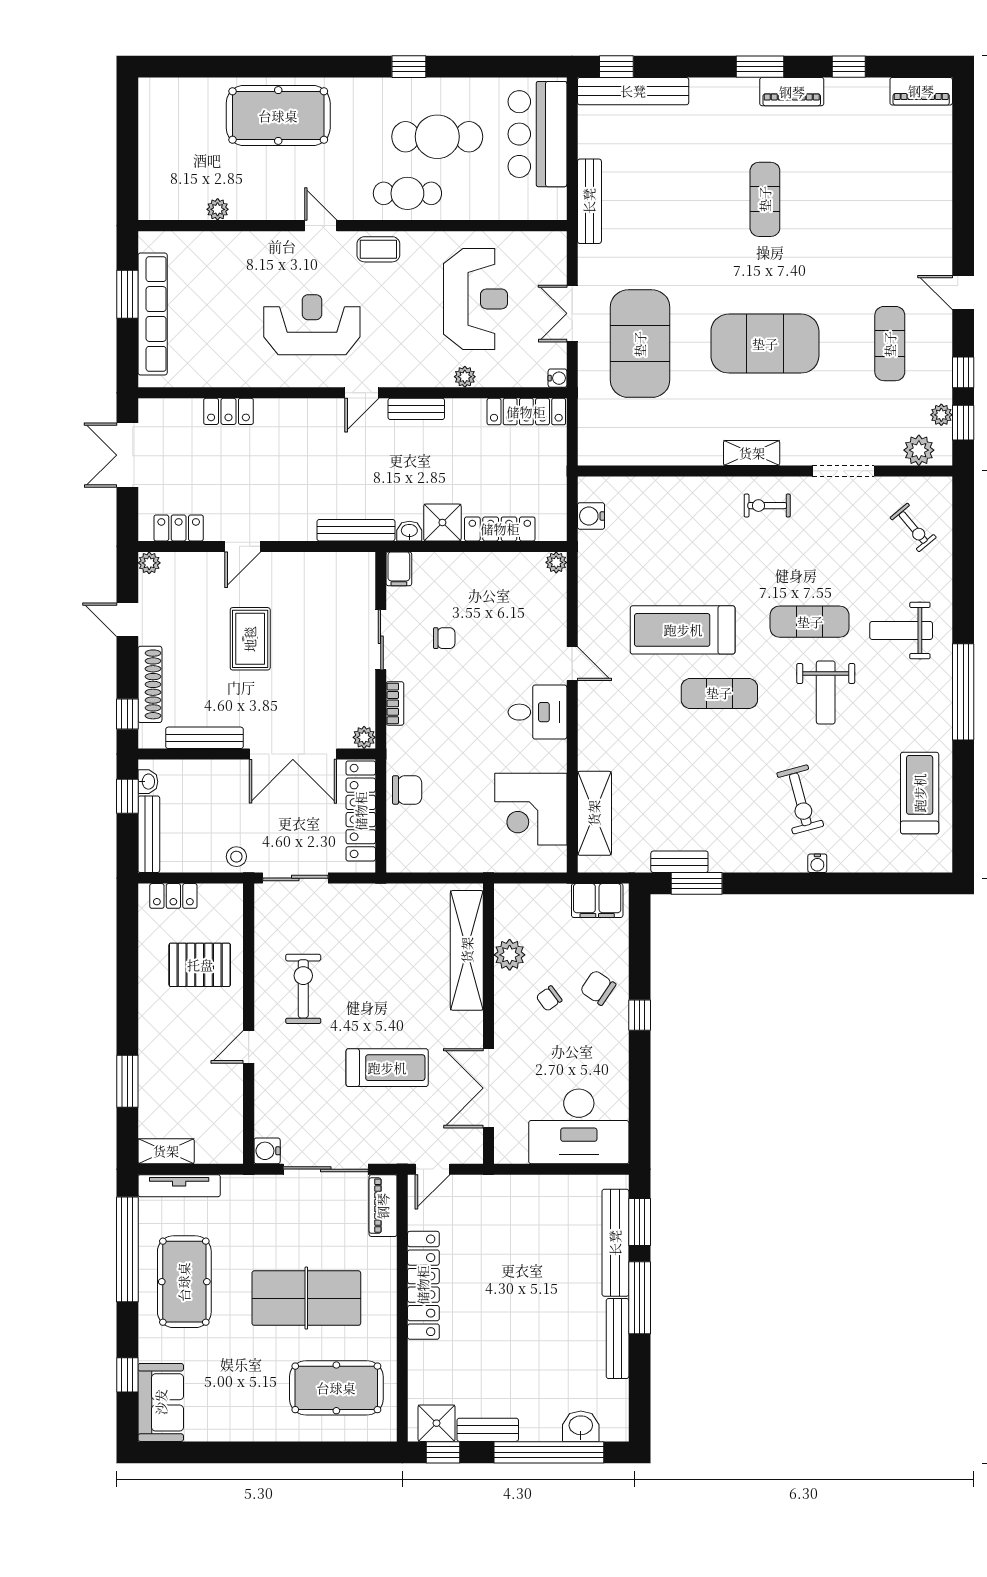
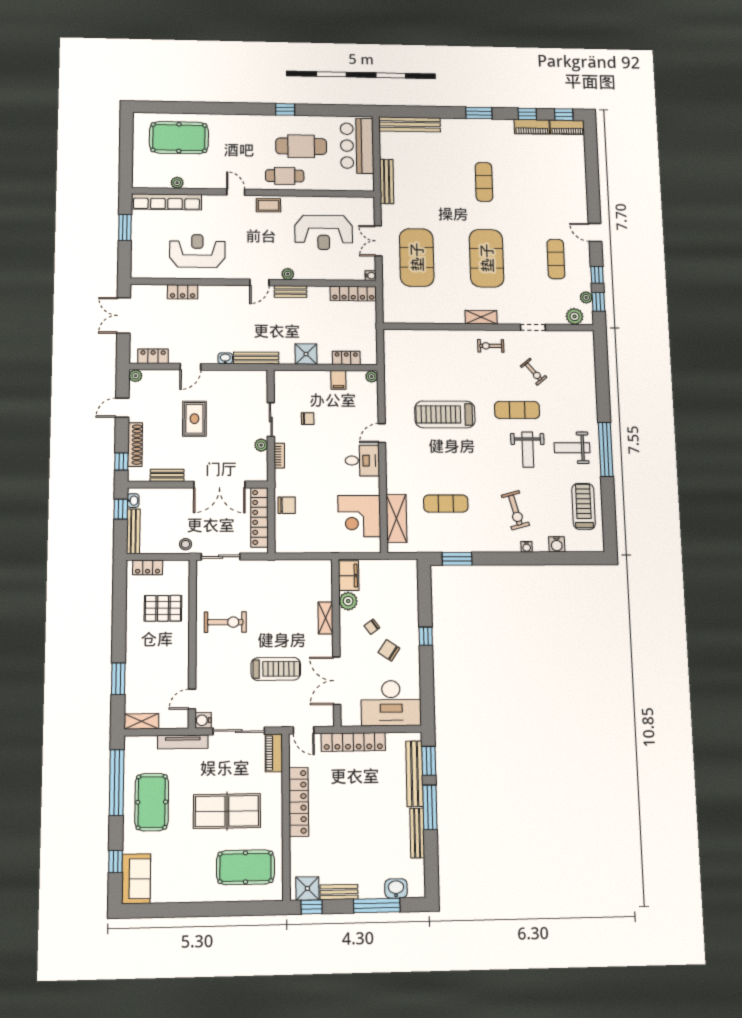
window: (616, 67) -> (564, 115), moved
piano: (792, 92) -> (532, 127), moved
pool table: (278, 116) -> (179, 138), moved
reception desk: (476, 299) -> (324, 232), turned 90
row of seats: (153, 314) -> (166, 202), moved, turned 90
reception desk: (312, 325) -> (197, 251), moved
exercise mat: (765, 344) -> (487, 258), turned 90
plant: (465, 377) -> (288, 274), moved
doorway: (843, 471) -> (533, 327), width x0.73
water cooler: (591, 516) -> (557, 544), moved, turned -90
exercise bike: (913, 528) -> (534, 372), moved
locker: (500, 529) -> (346, 358), width x0.66
washbasin: (409, 531) -> (225, 358), moved
filing cabinet: (399, 569) -> (338, 380), moved
door: (127, 620) -> (122, 408), hinge flipped
weight bench: (901, 630) -> (572, 448), moved
door: (572, 664) -> (382, 433), swing flipped
exercise mat: (719, 693) -> (446, 504), moved
plant: (364, 737) -> (261, 445), moved
bench: (205, 738) -> (167, 475), width x0.73
bench: (679, 862) -> (447, 546), removed
filing cabinet: (597, 901) -> (349, 576), moved, turned -90
shelving: (467, 950) -> (325, 618), width x0.45, depth x0.75
chair: (598, 988) -> (389, 650), moved
exercise bike: (303, 989) -> (225, 622), turned 90
door: (249, 1047) -> (192, 699), moved
door: (433, 1169) -> (304, 730), hinge flipped
tv unit: (179, 1186) -> (183, 742), moved
locker: (515, 1190) -> (353, 742), added
window: (549, 1452) -> (377, 905), width x0.68

